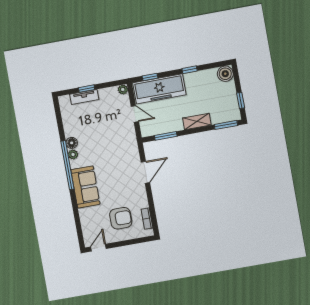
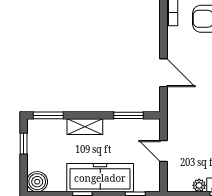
freezer: (159, 89) -> (100, 178), moved
plant: (123, 90) -> (199, 185), moved
door: (145, 172) -> (163, 73), swing flipped

